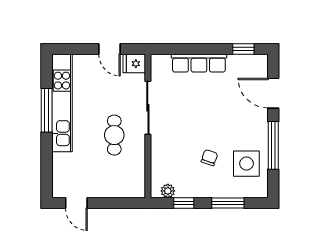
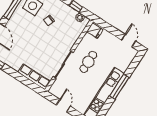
row of seats: (199, 63) -> (34, 77), moved
fridge: (134, 64) -> (95, 31), moved
window: (47, 110) -> (119, 87), moved

